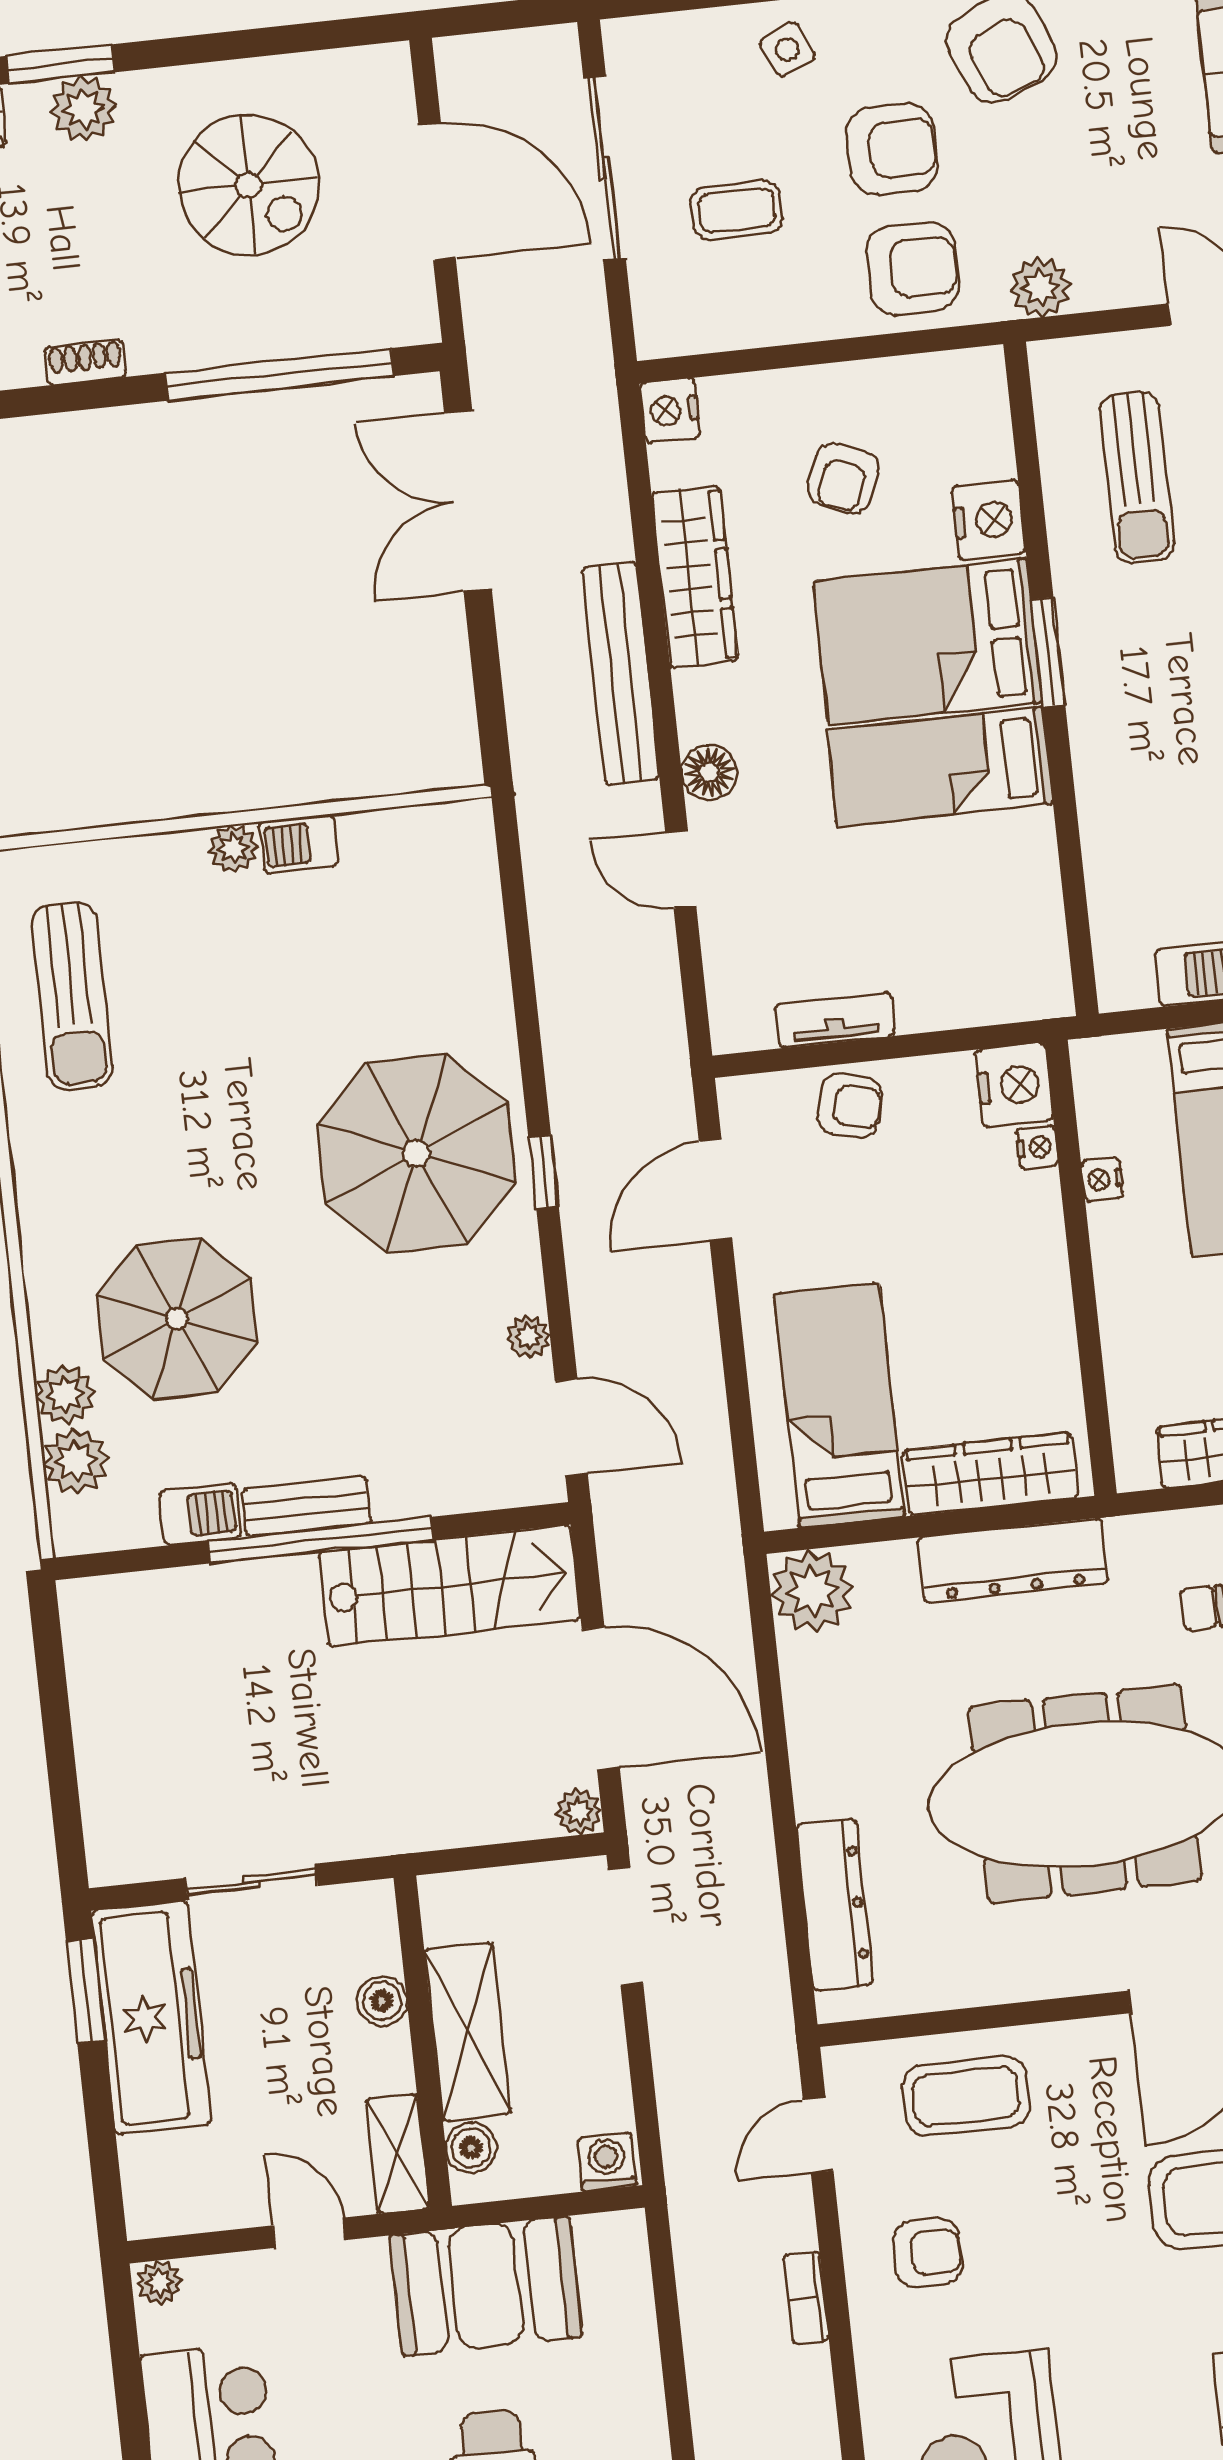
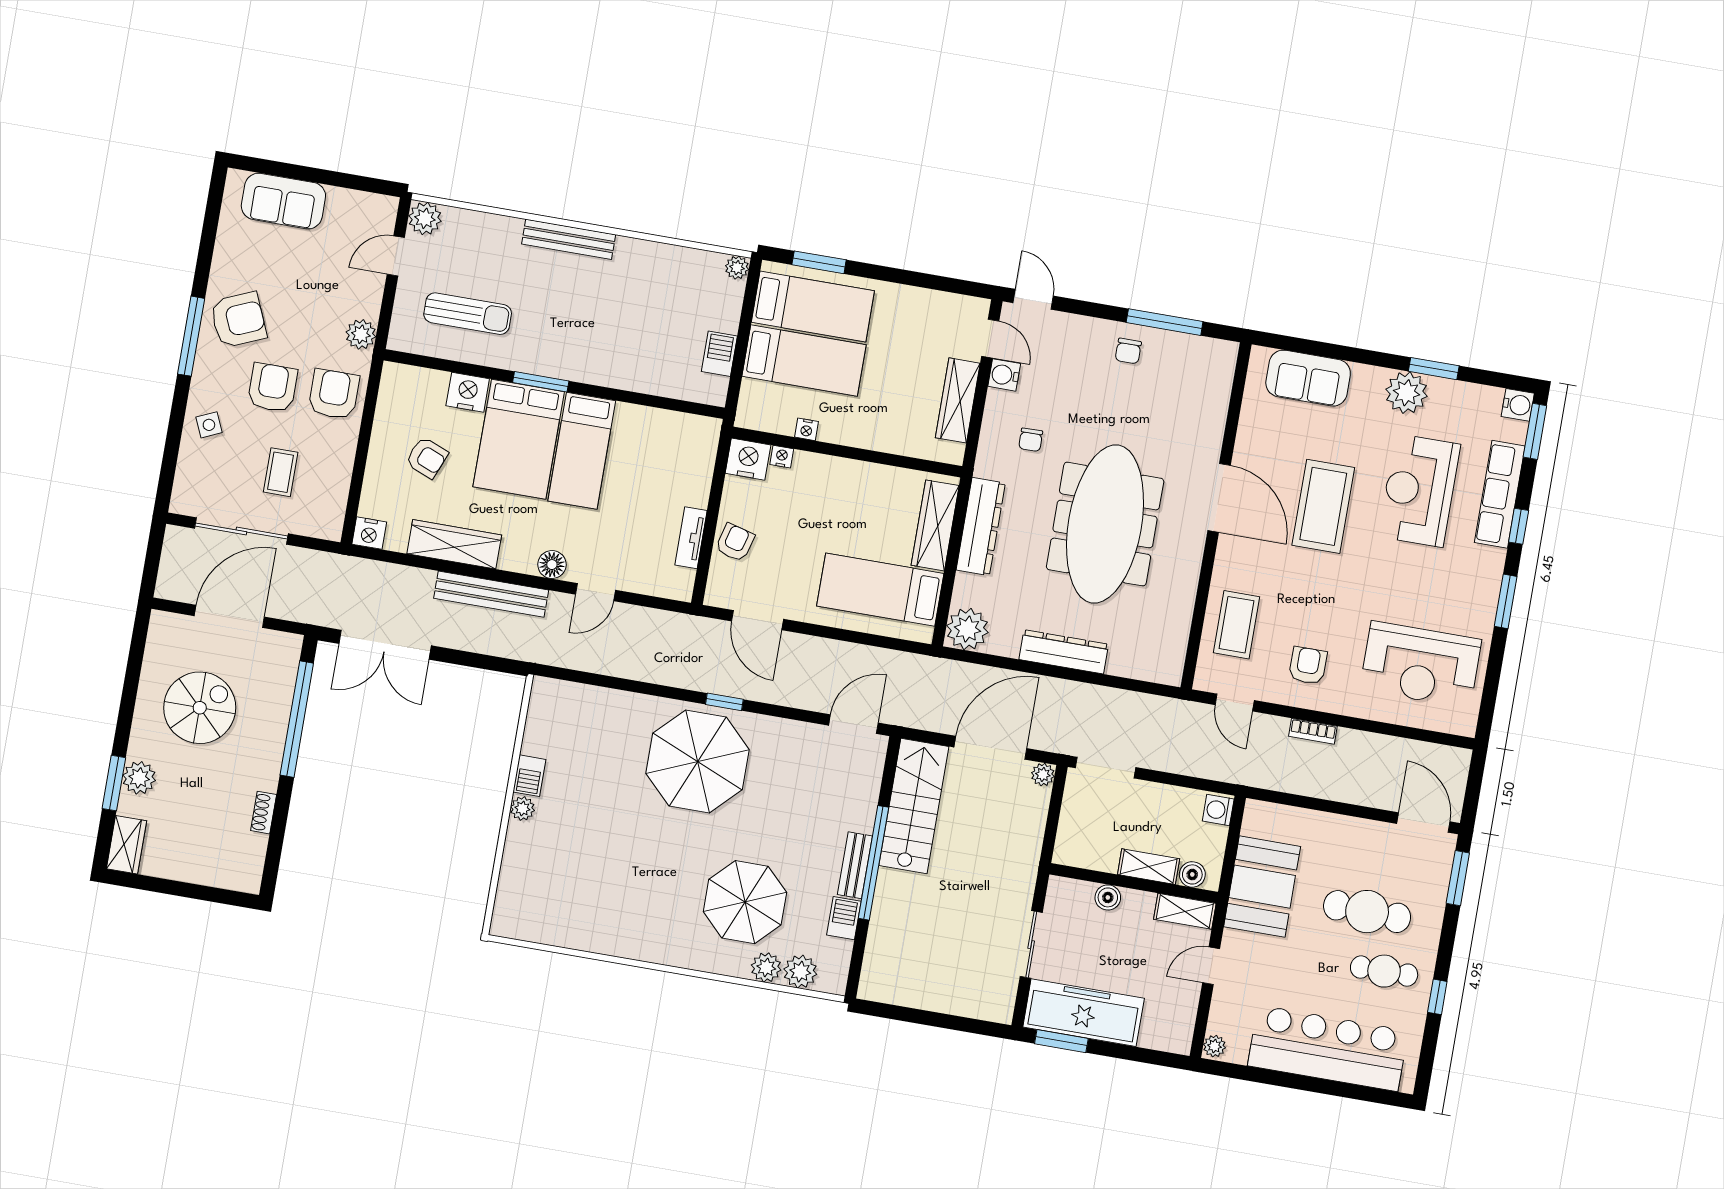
sun lounger: (72, 996) -> (572, 908), removed
plant: (529, 1337) -> (803, 732), removed
dresser: (835, 1905) -> (1064, 652), moved
shelving: (468, 2032) -> (1149, 867), width x0.67, depth x0.75

